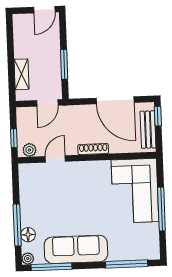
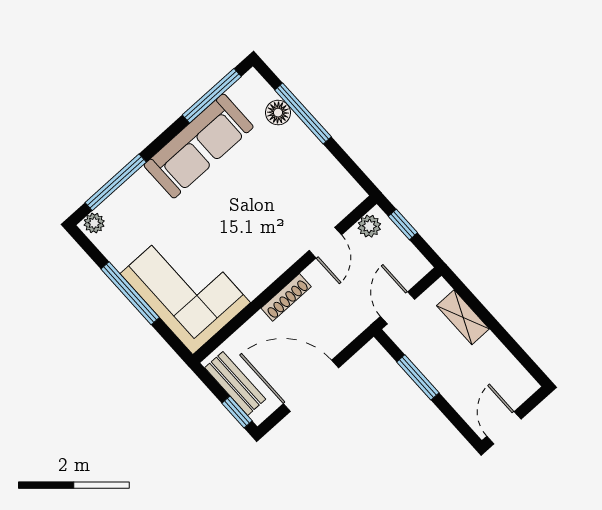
plant: (28, 259) -> (94, 223), moved

